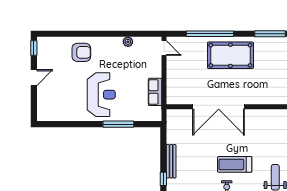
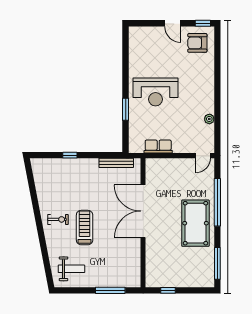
armchair: (81, 52) -> (197, 43), moved, turned 90
window: (118, 124) -> (126, 109), width x0.69
bench: (171, 161) -> (116, 163), moved

